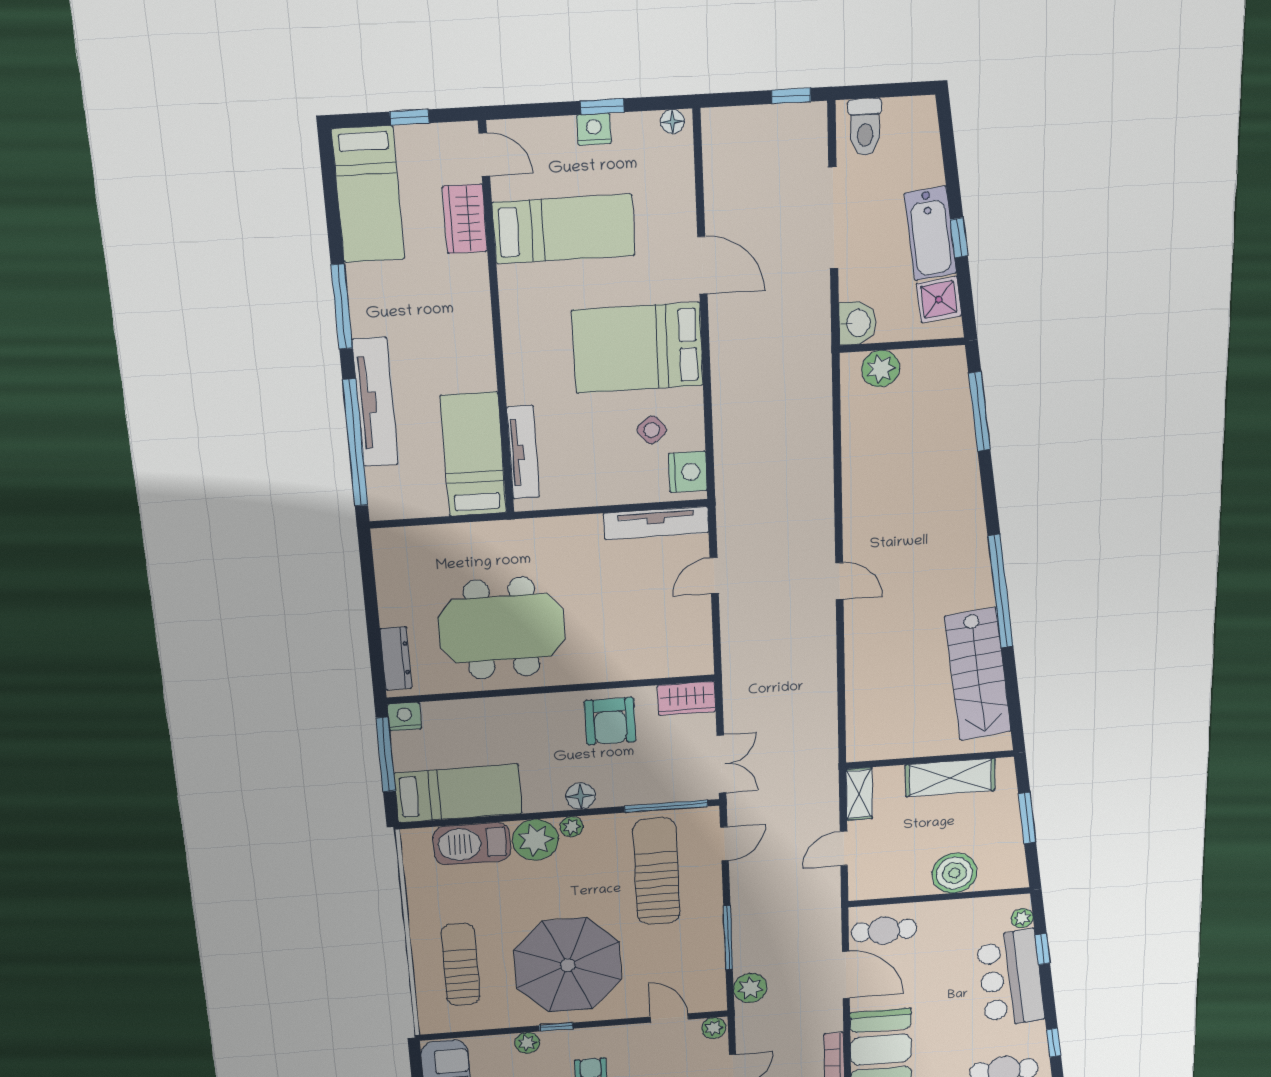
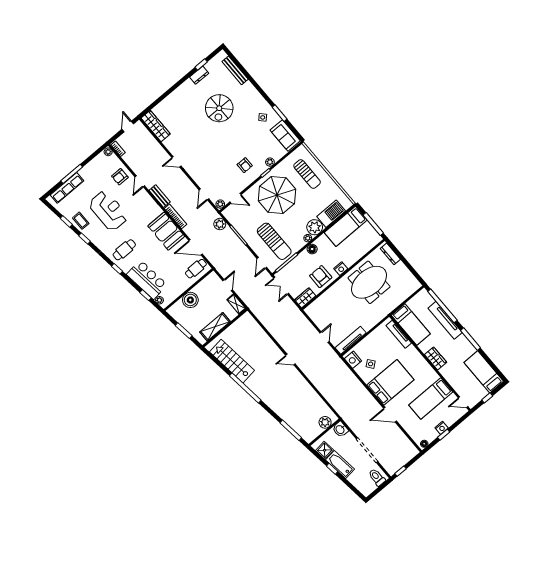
wardrobe: (465, 219) -> (436, 358), moved
nightstand: (404, 717) -> (341, 269), moved

